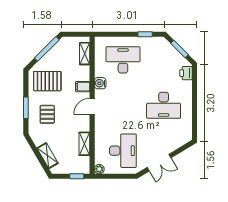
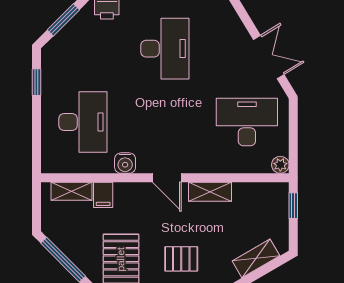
desk: (123, 60) -> (83, 122), turned 180
filing cabinet: (83, 87) -> (103, 195), moved
shelving: (84, 144) -> (210, 192), moved

